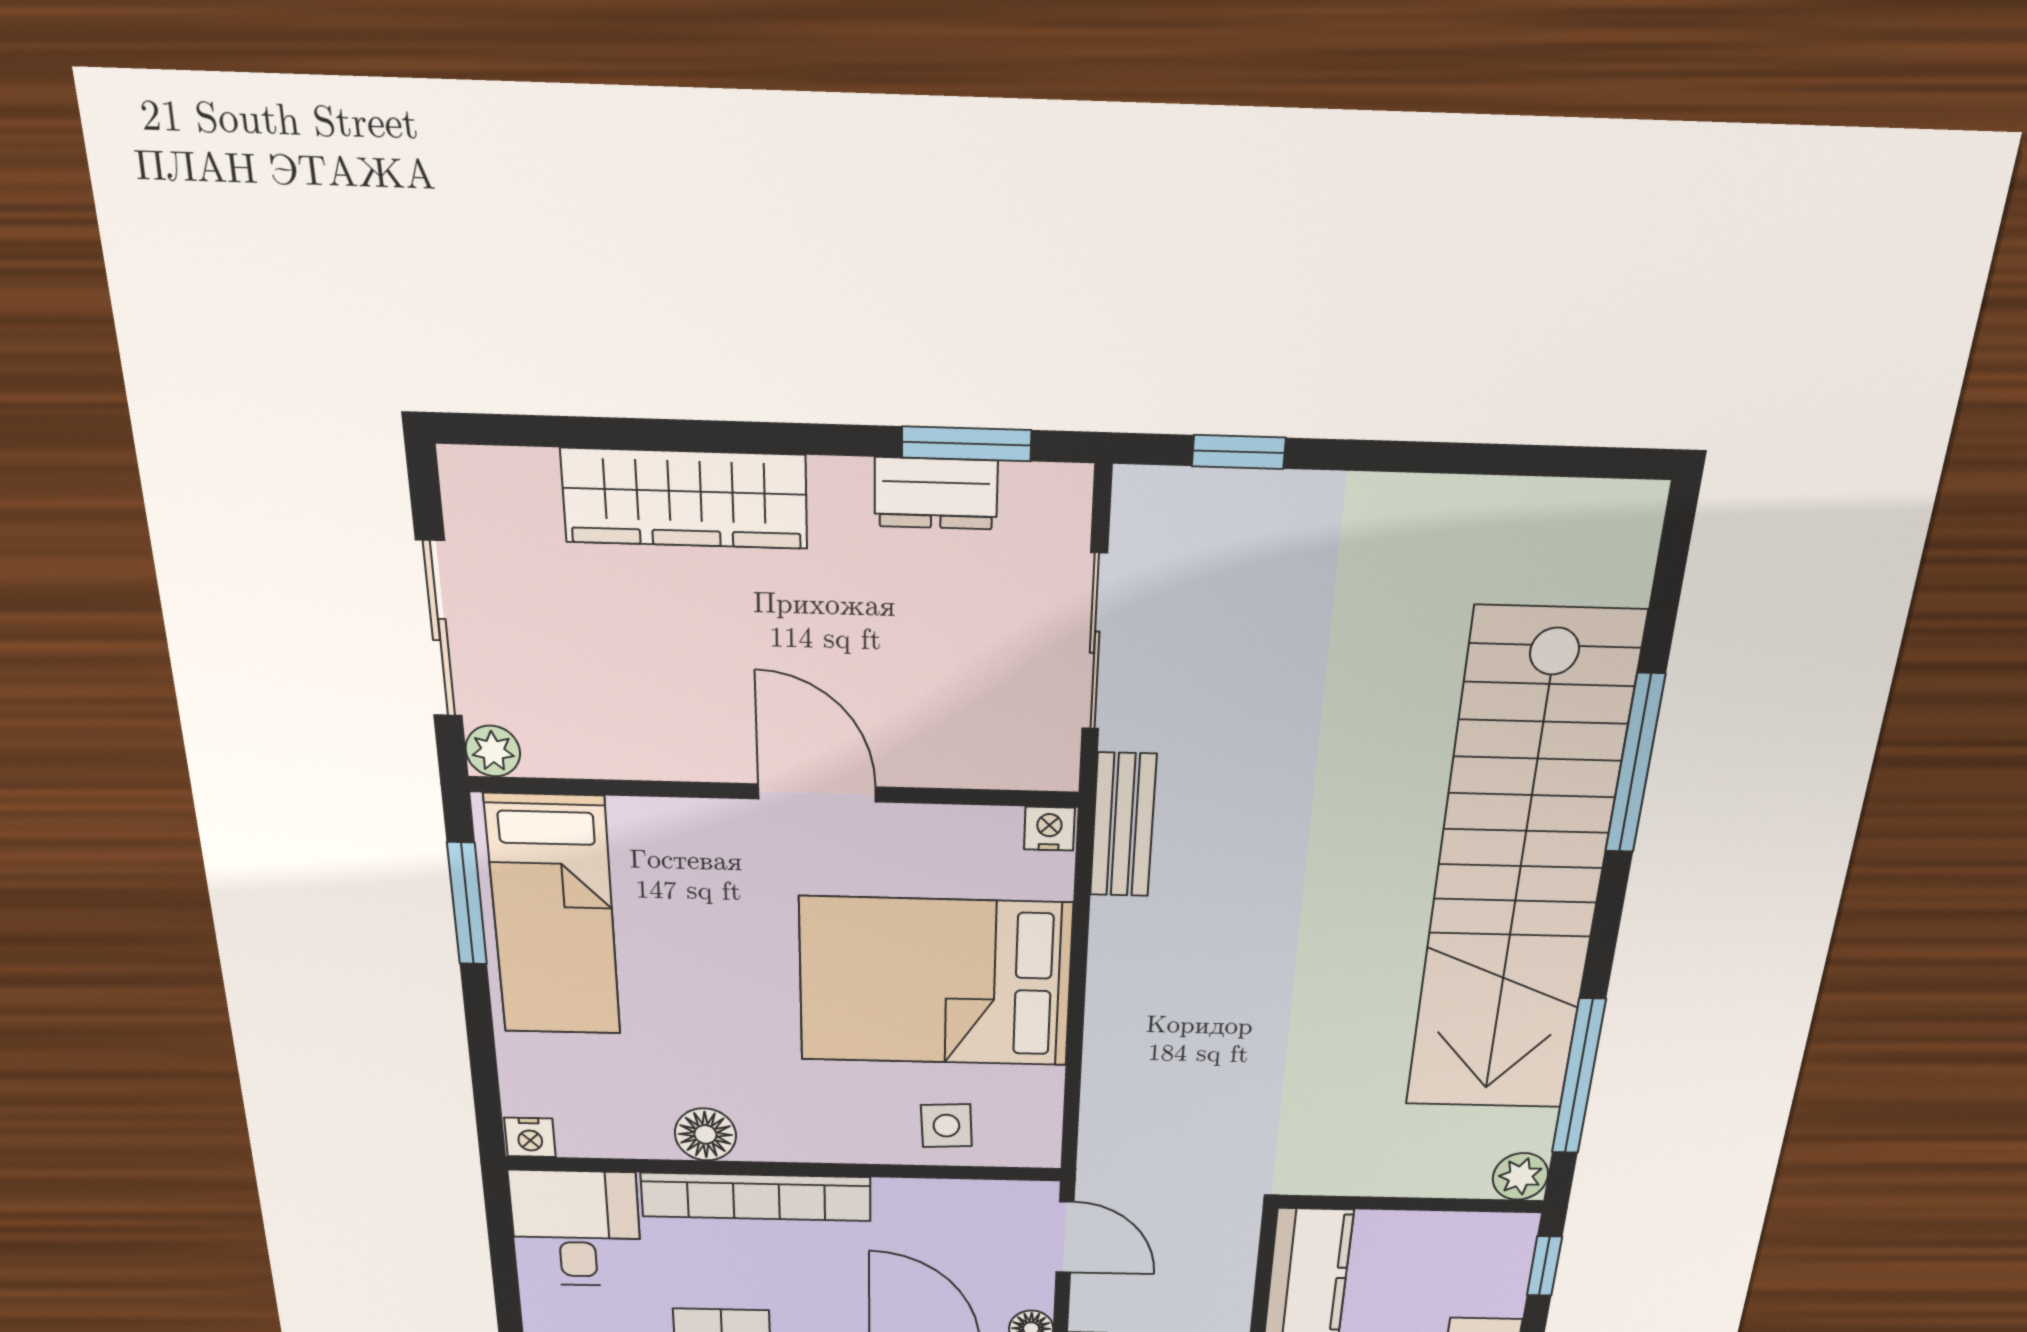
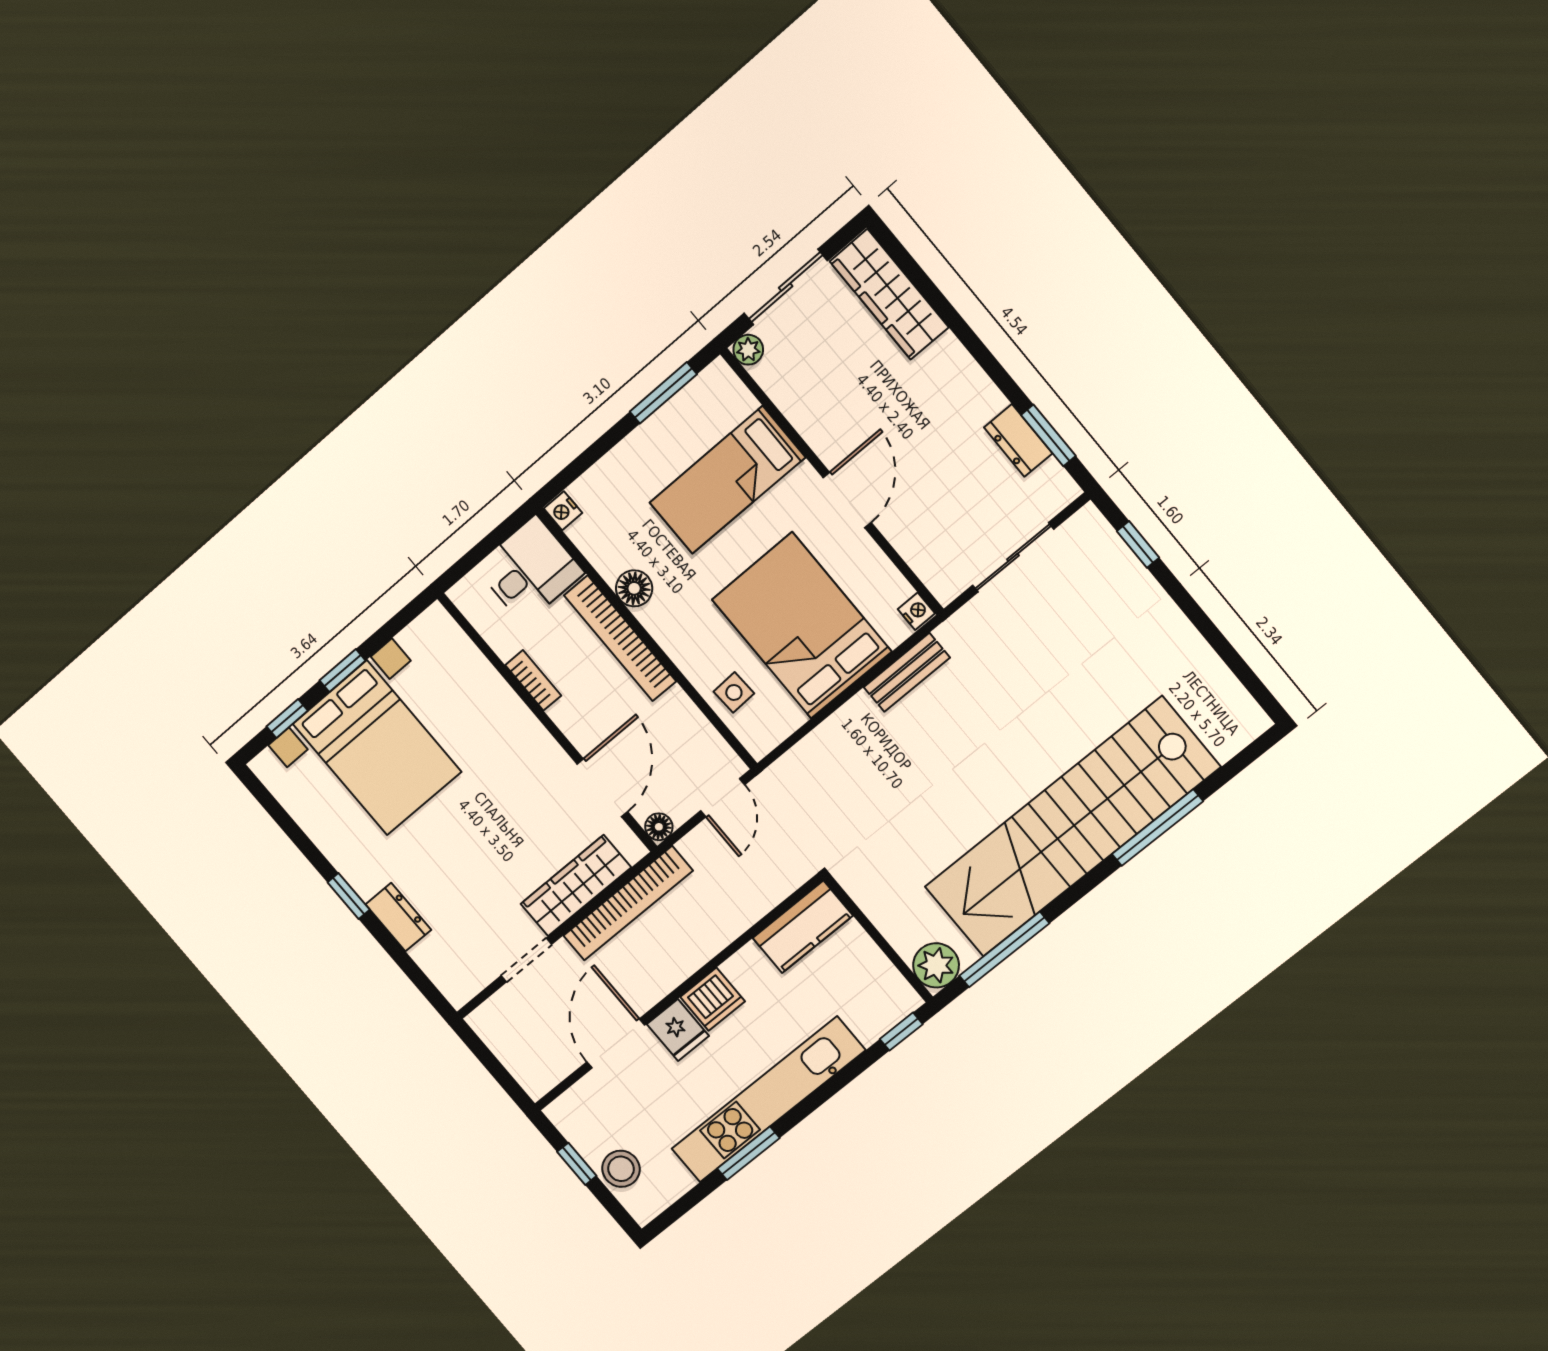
wardrobe: (685, 499) -> (889, 294), moved
bench: (1123, 825) -> (907, 672), moved
bed: (553, 916) -> (727, 480), moved
plant: (1520, 1176) -> (936, 965), width x1.38, depth x1.38

